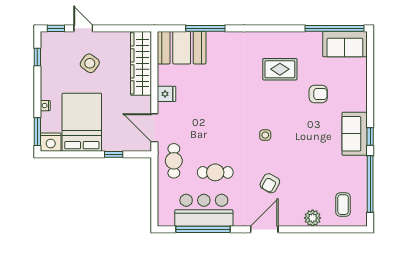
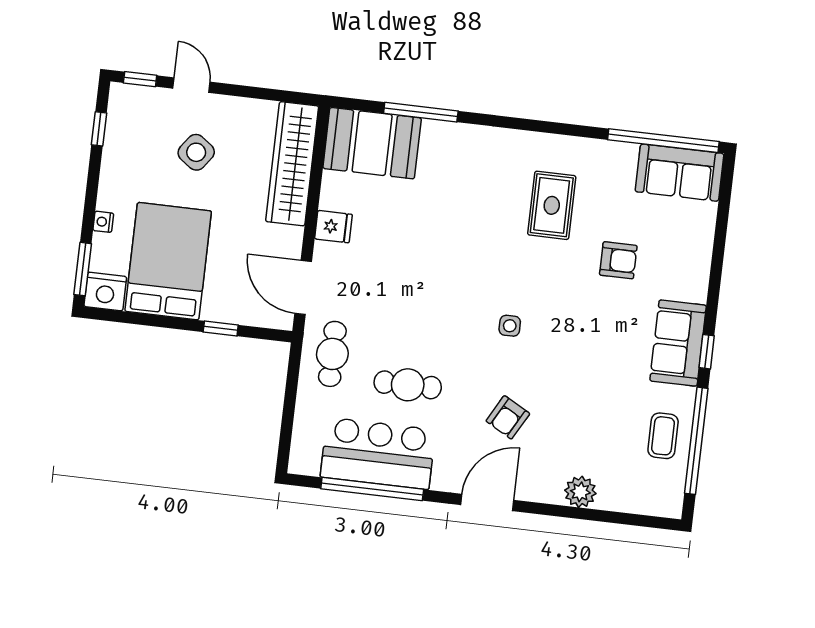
rug: (280, 69) -> (552, 205), turned 90
coffee table: (343, 205) -> (663, 436), moved

